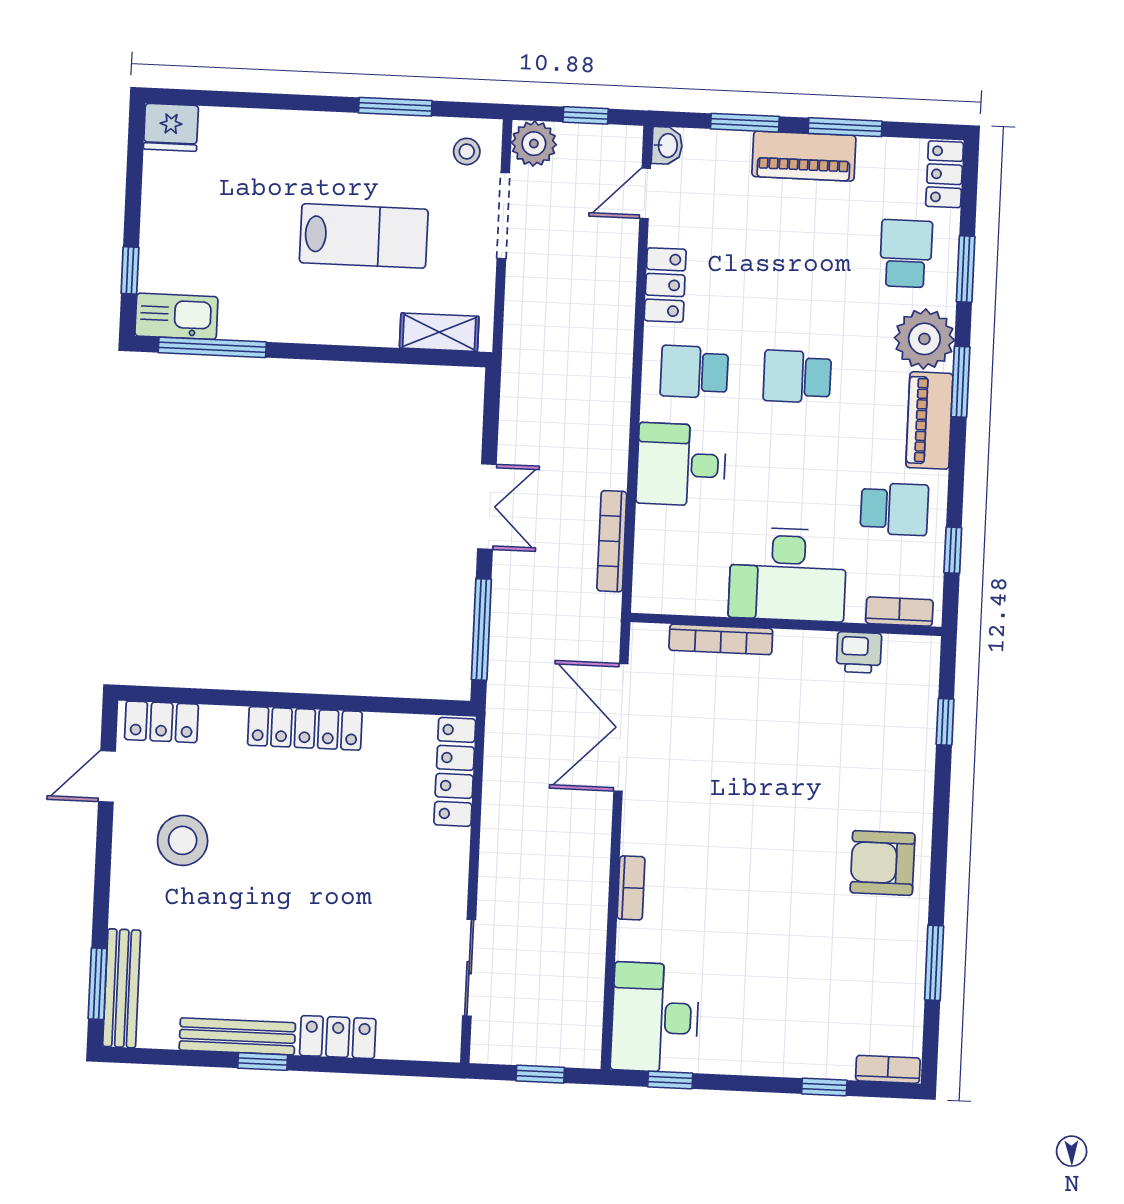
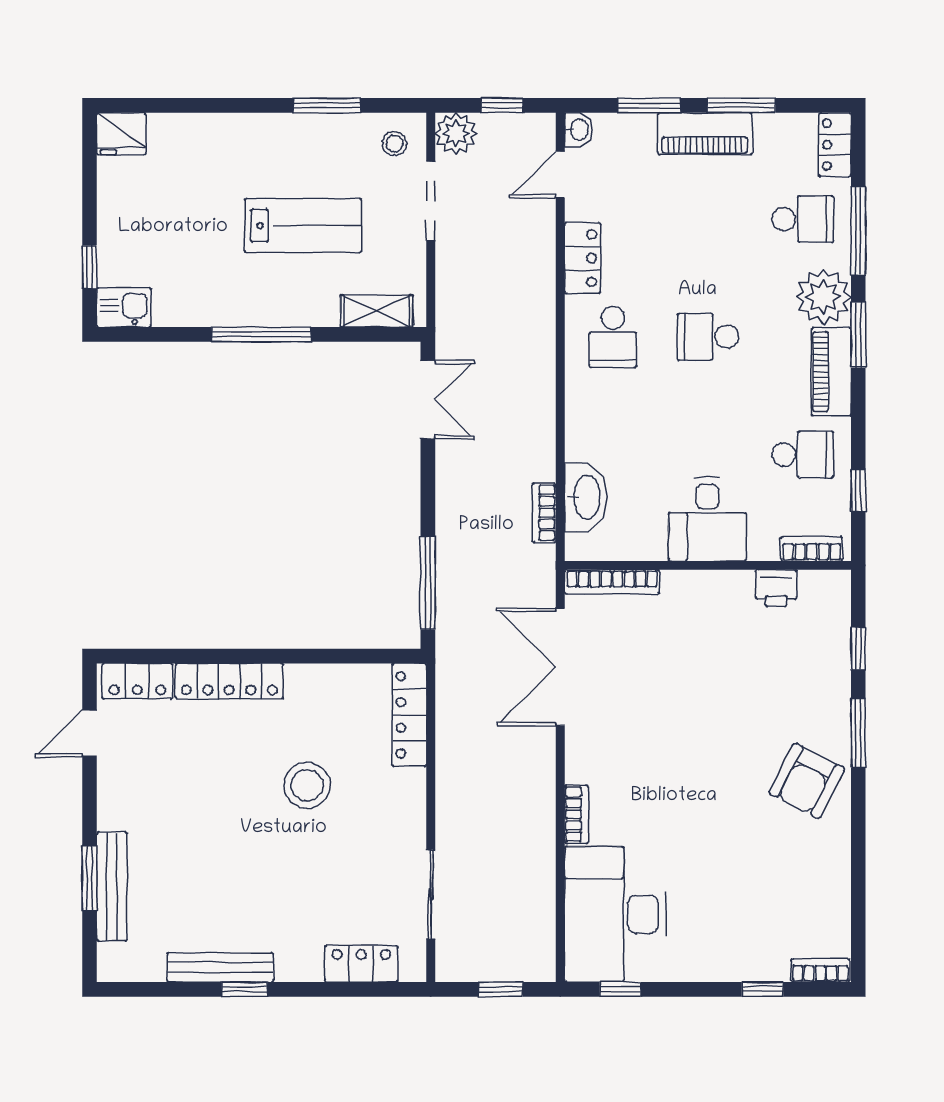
school desk: (906, 254) -> (803, 219), turned 90
window: (966, 269) -> (858, 231), width x1.44
kitchen sink: (176, 316) -> (124, 307), width x0.73
window: (212, 347) -> (261, 334), moved
school desk: (694, 372) -> (613, 337), turned -90
desk: (681, 465) -> (605, 423), removed
double door: (487, 507) -> (428, 400), moved
bookcase: (612, 541) -> (544, 513), width x0.64
washbasin: (657, 545) -> (586, 497), added
desk: (788, 574) -> (707, 519), width x0.73
bookcase: (721, 639) -> (612, 582), moved
locker: (305, 728) -> (229, 681), moved
stool: (183, 840) -> (307, 785), moved
armchair: (883, 863) -> (807, 781), turned -63
window: (934, 963) -> (858, 733), moved
window: (98, 984) -> (89, 878), moved
bench: (122, 988) -> (112, 887), moved
desk: (655, 1017) -> (615, 914), width x1.36, depth x1.30
locker: (338, 1037) -> (361, 964), moved

